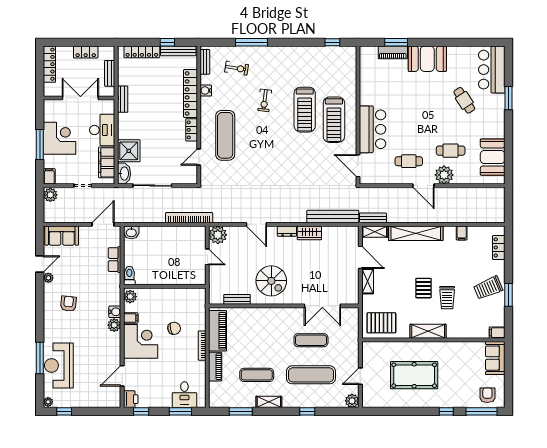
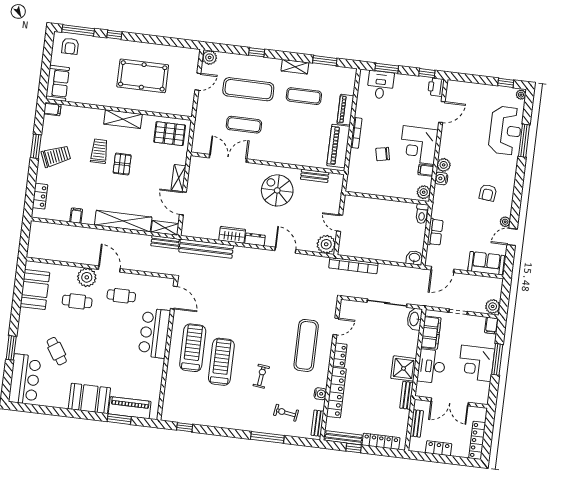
piano: (393, 52) -> (130, 408), width x1.37, depth x1.33
shower: (129, 151) -> (404, 368), moved

